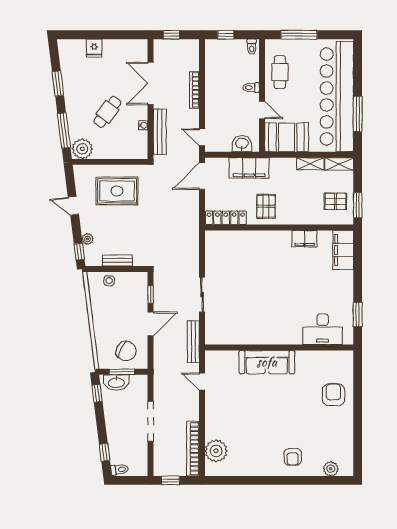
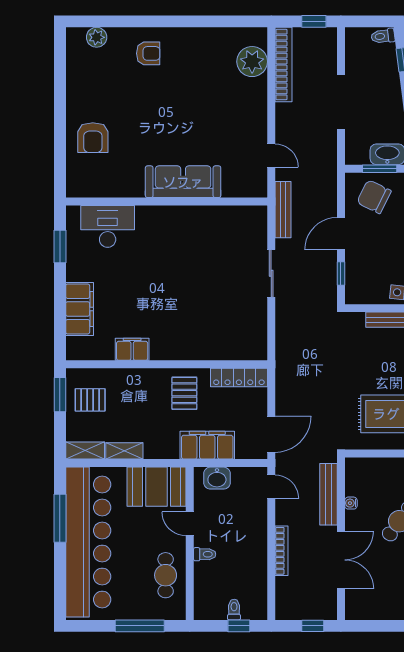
toilet: (252, 47) -> (234, 610), moved
filing cabinet: (343, 250) -> (80, 309), moved
armchair: (293, 457) -> (148, 53), turned 90

